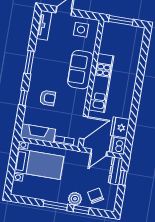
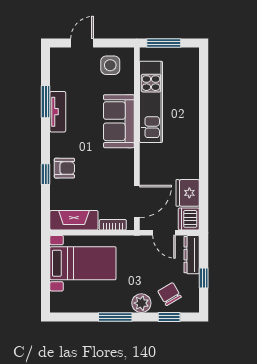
tv unit: (44, 25) -> (58, 112), moved
window: (29, 62) -> (46, 102), moved
kitchen unit: (101, 83) -> (151, 102), moved
armchair: (48, 98) -> (64, 168), moved
door: (99, 152) -> (164, 233), hinge flipped
window: (123, 178) -> (204, 278), moved
window: (81, 210) -> (169, 317), moved

